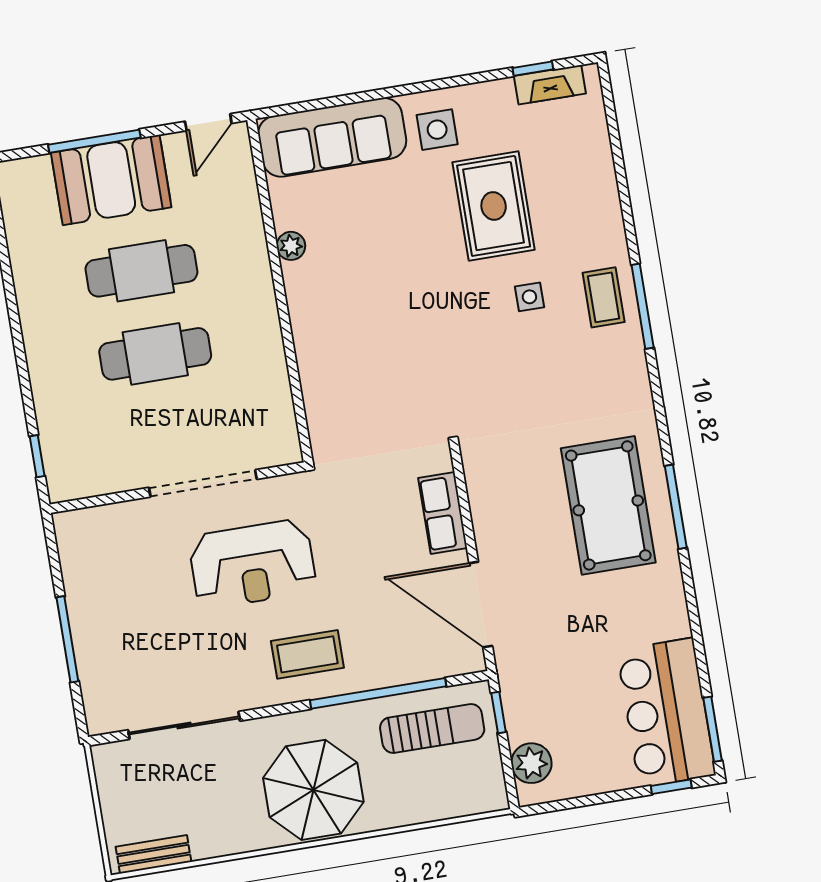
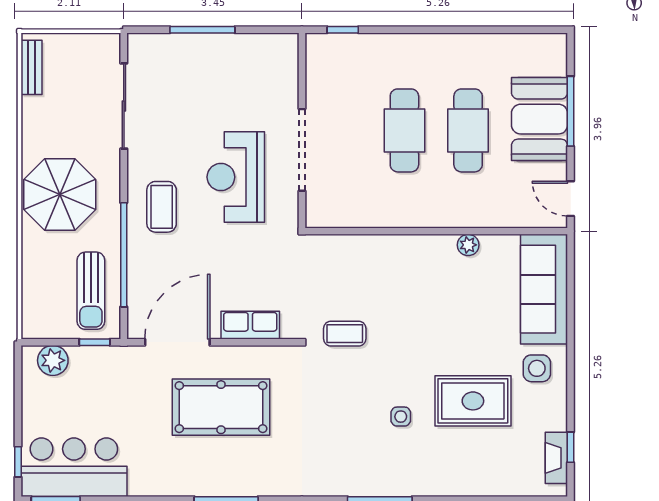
coffee table: (604, 297) -> (345, 334), moved
pool table: (608, 505) -> (221, 407), moved

